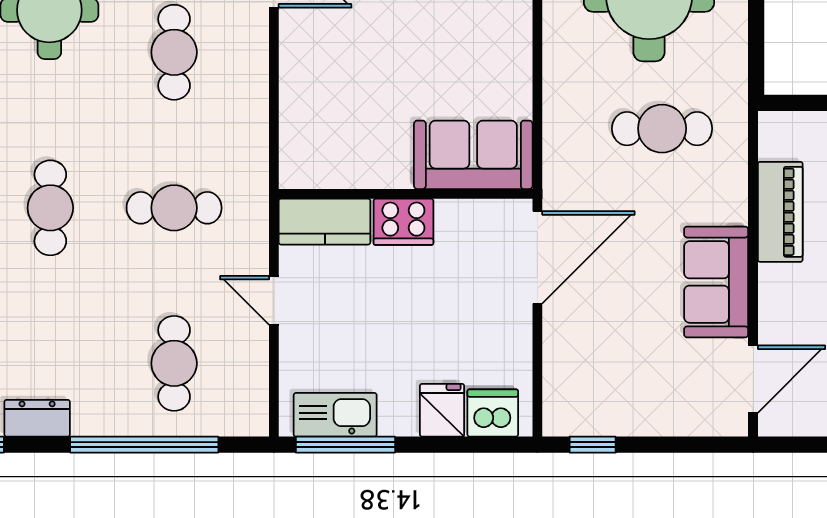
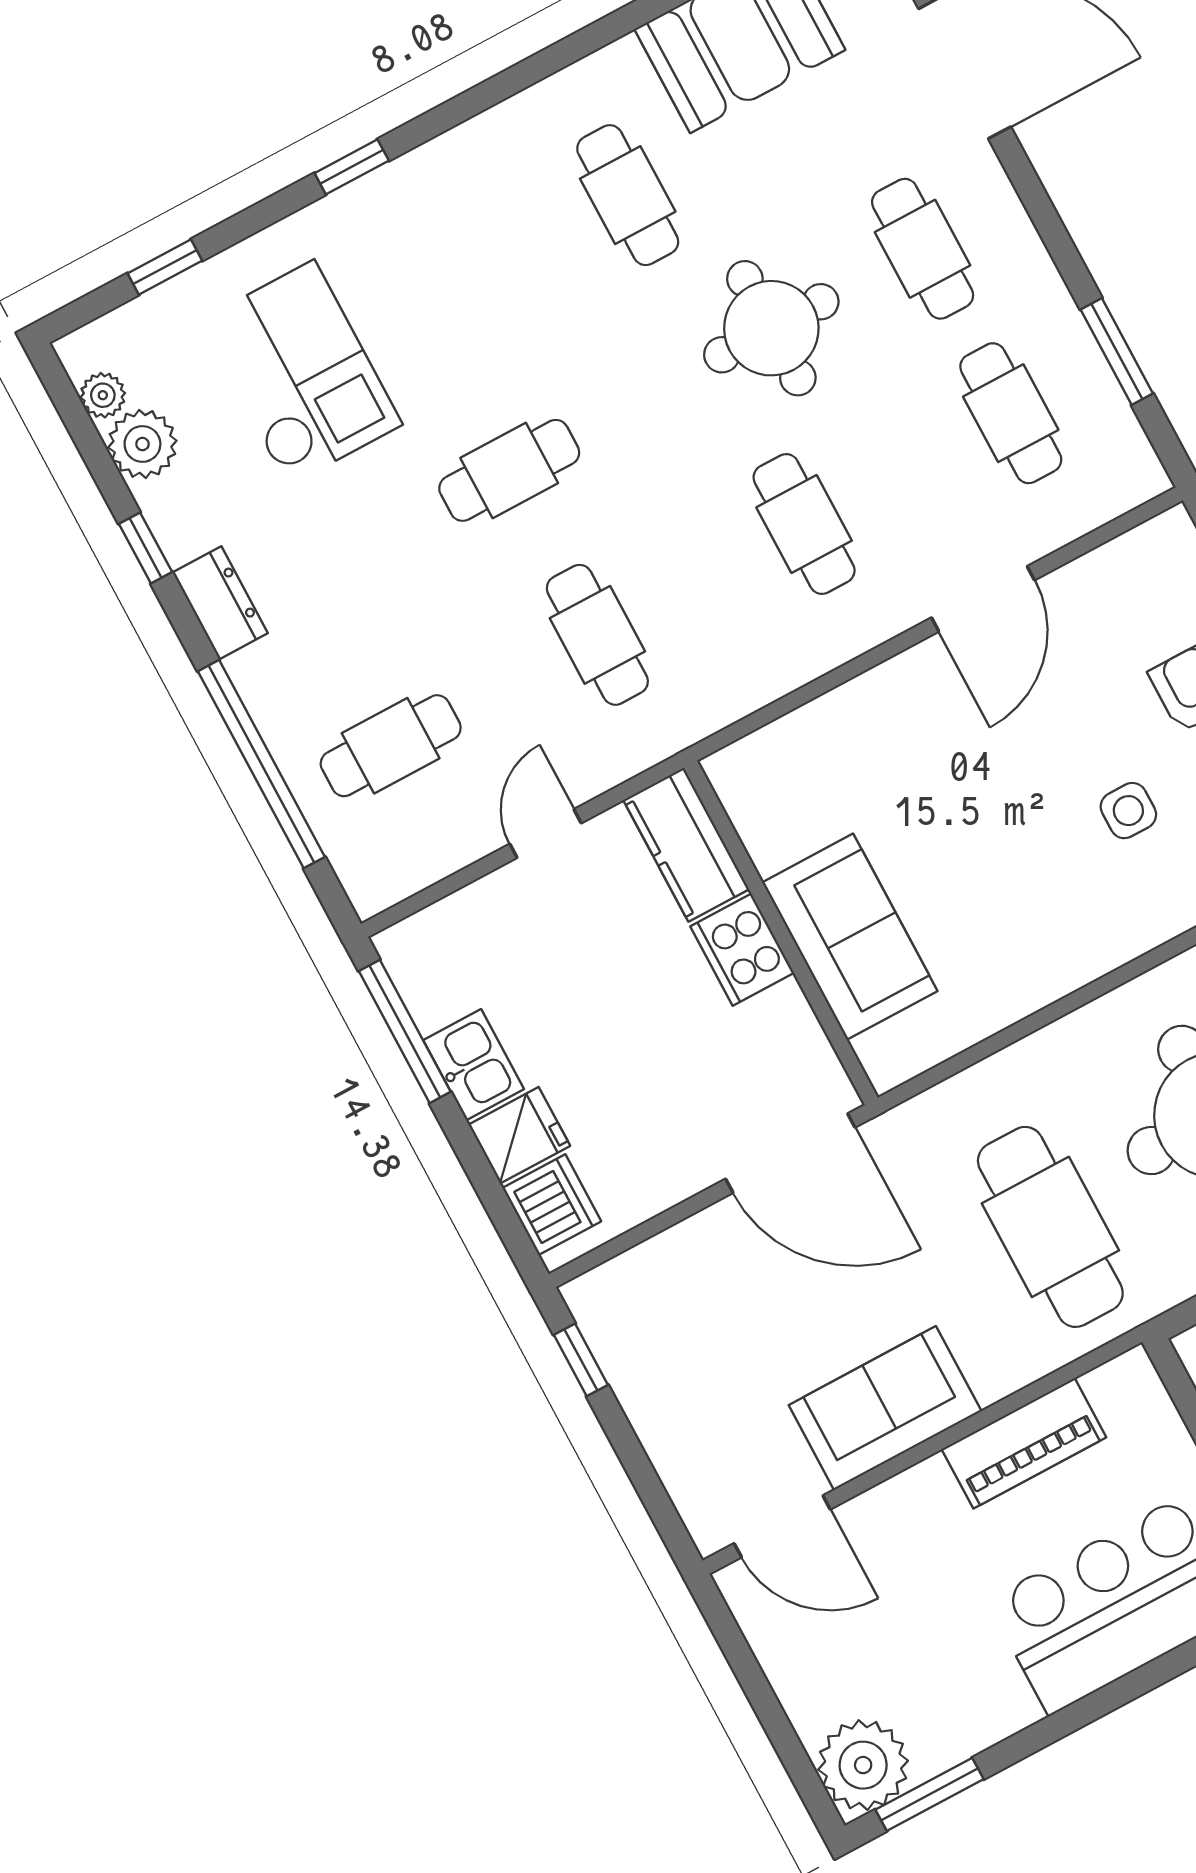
cafe table: (174, 52) -> (804, 524), turned 90
cafe table: (662, 129) -> (1050, 1227), width x1.37, depth x1.35
sofa: (473, 155) -> (850, 937), moved
kitchen sink: (335, 415) -> (474, 1065), moved, width x0.73

